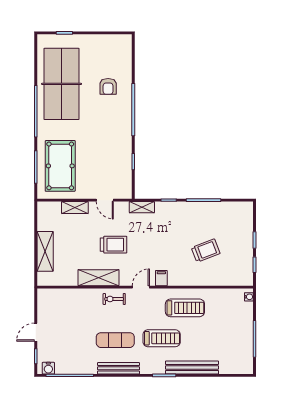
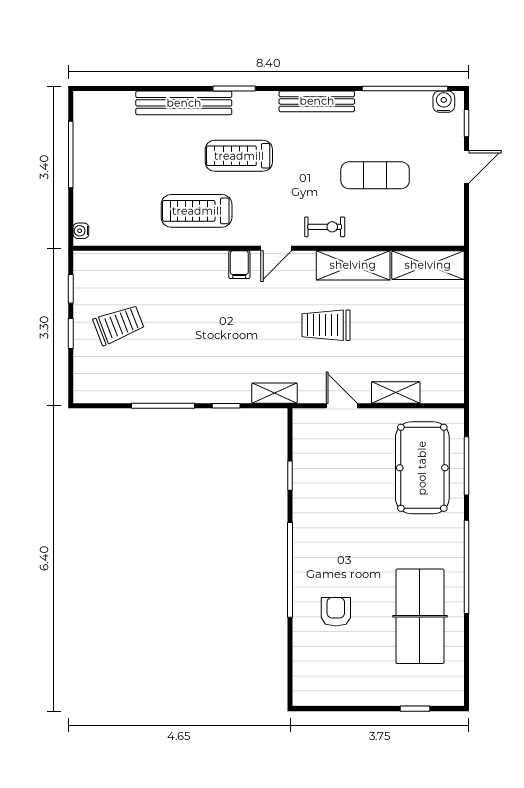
table tennis table: (62, 84) -> (420, 616), width x0.73, depth x0.76
shelving: (45, 251) -> (428, 265), moved, turned 90
trolley: (206, 251) -> (119, 325), moved, turned 180
exercise mat: (115, 340) -> (375, 175), moved

